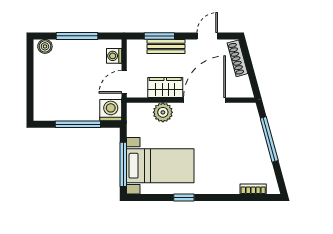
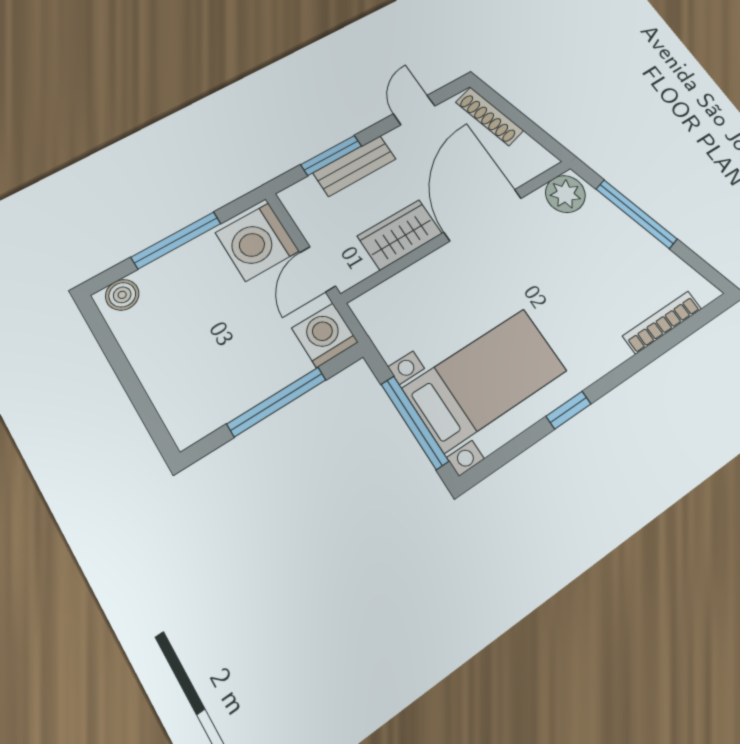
washing machine: (114, 56) -> (257, 242), width x1.89, depth x1.89
plant: (163, 112) -> (565, 194), moved
bookcase: (253, 189) -> (662, 322), width x1.56

